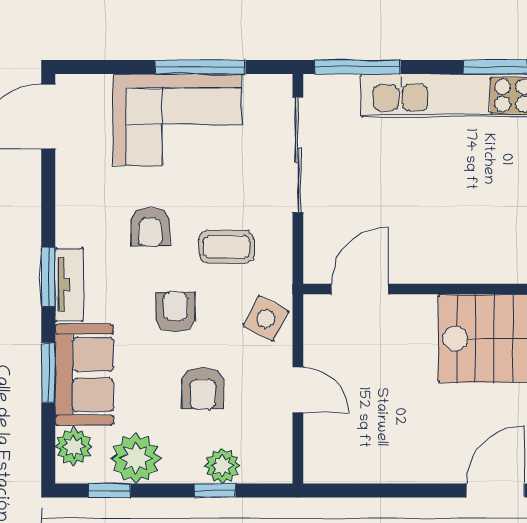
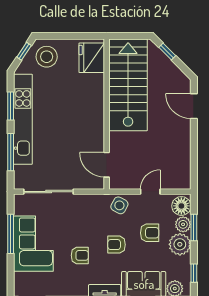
window: (358, 67) -> (11, 152), moved
coffee table: (227, 247) -> (88, 222), removed
plant: (136, 458) -> (180, 244), moved
floor lamp: (265, 462) -> (181, 206), added
window: (215, 491) -> (194, 227), width x1.50

